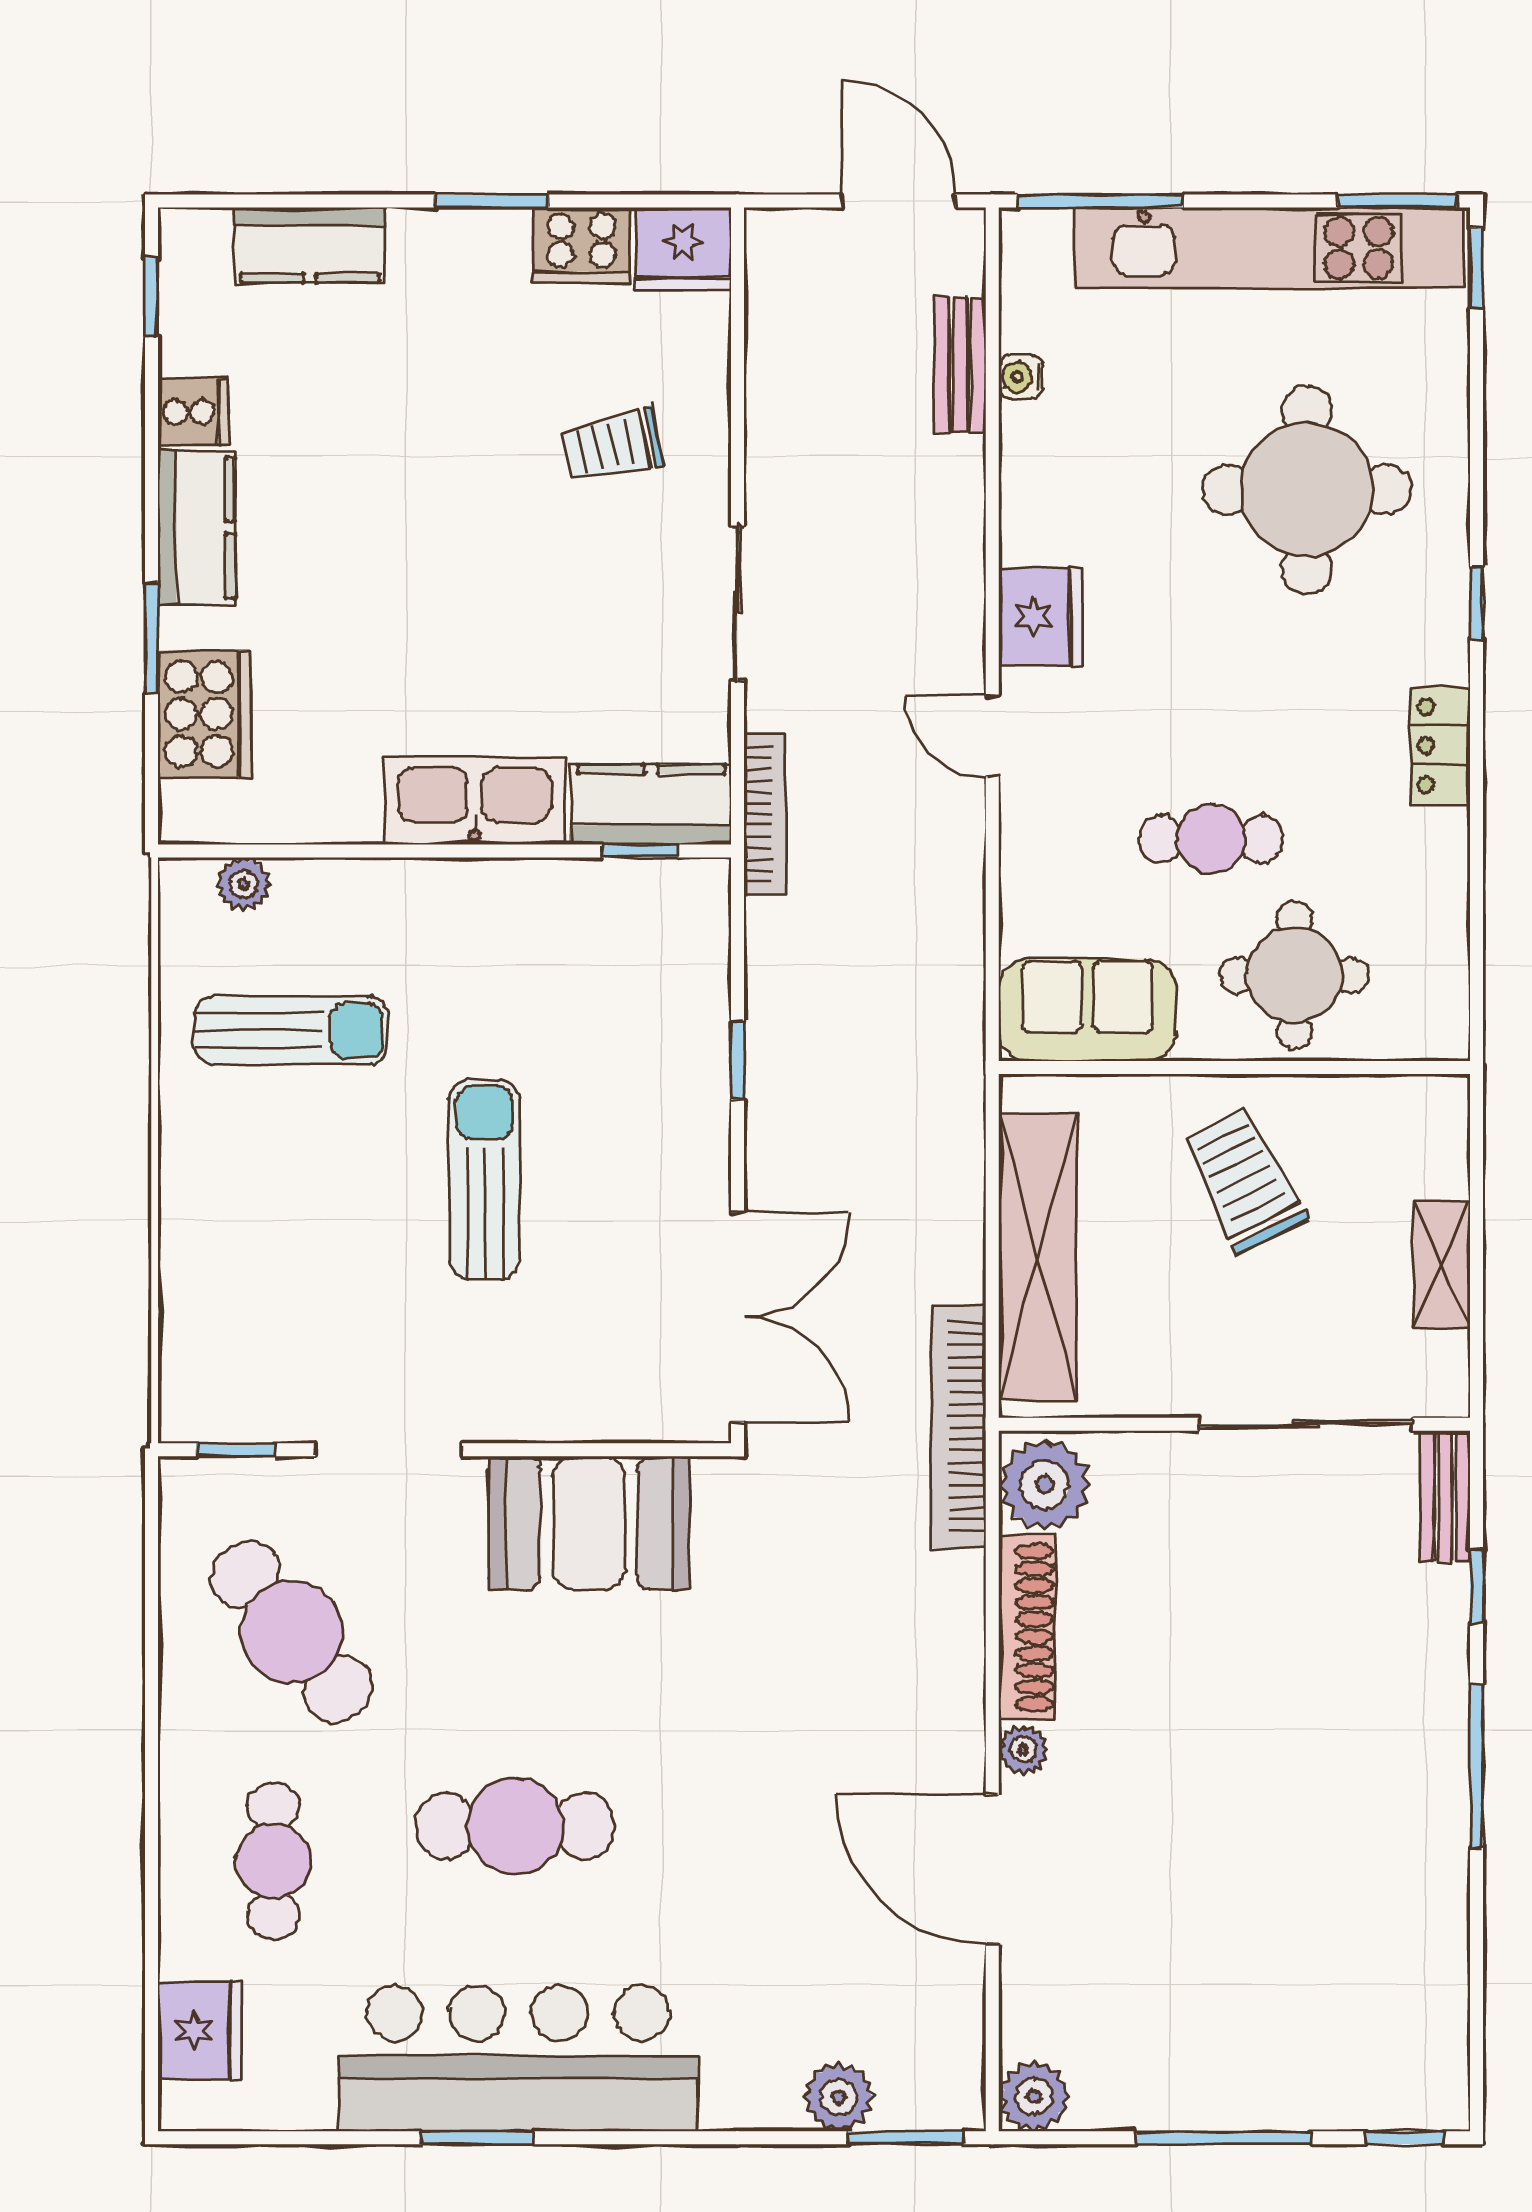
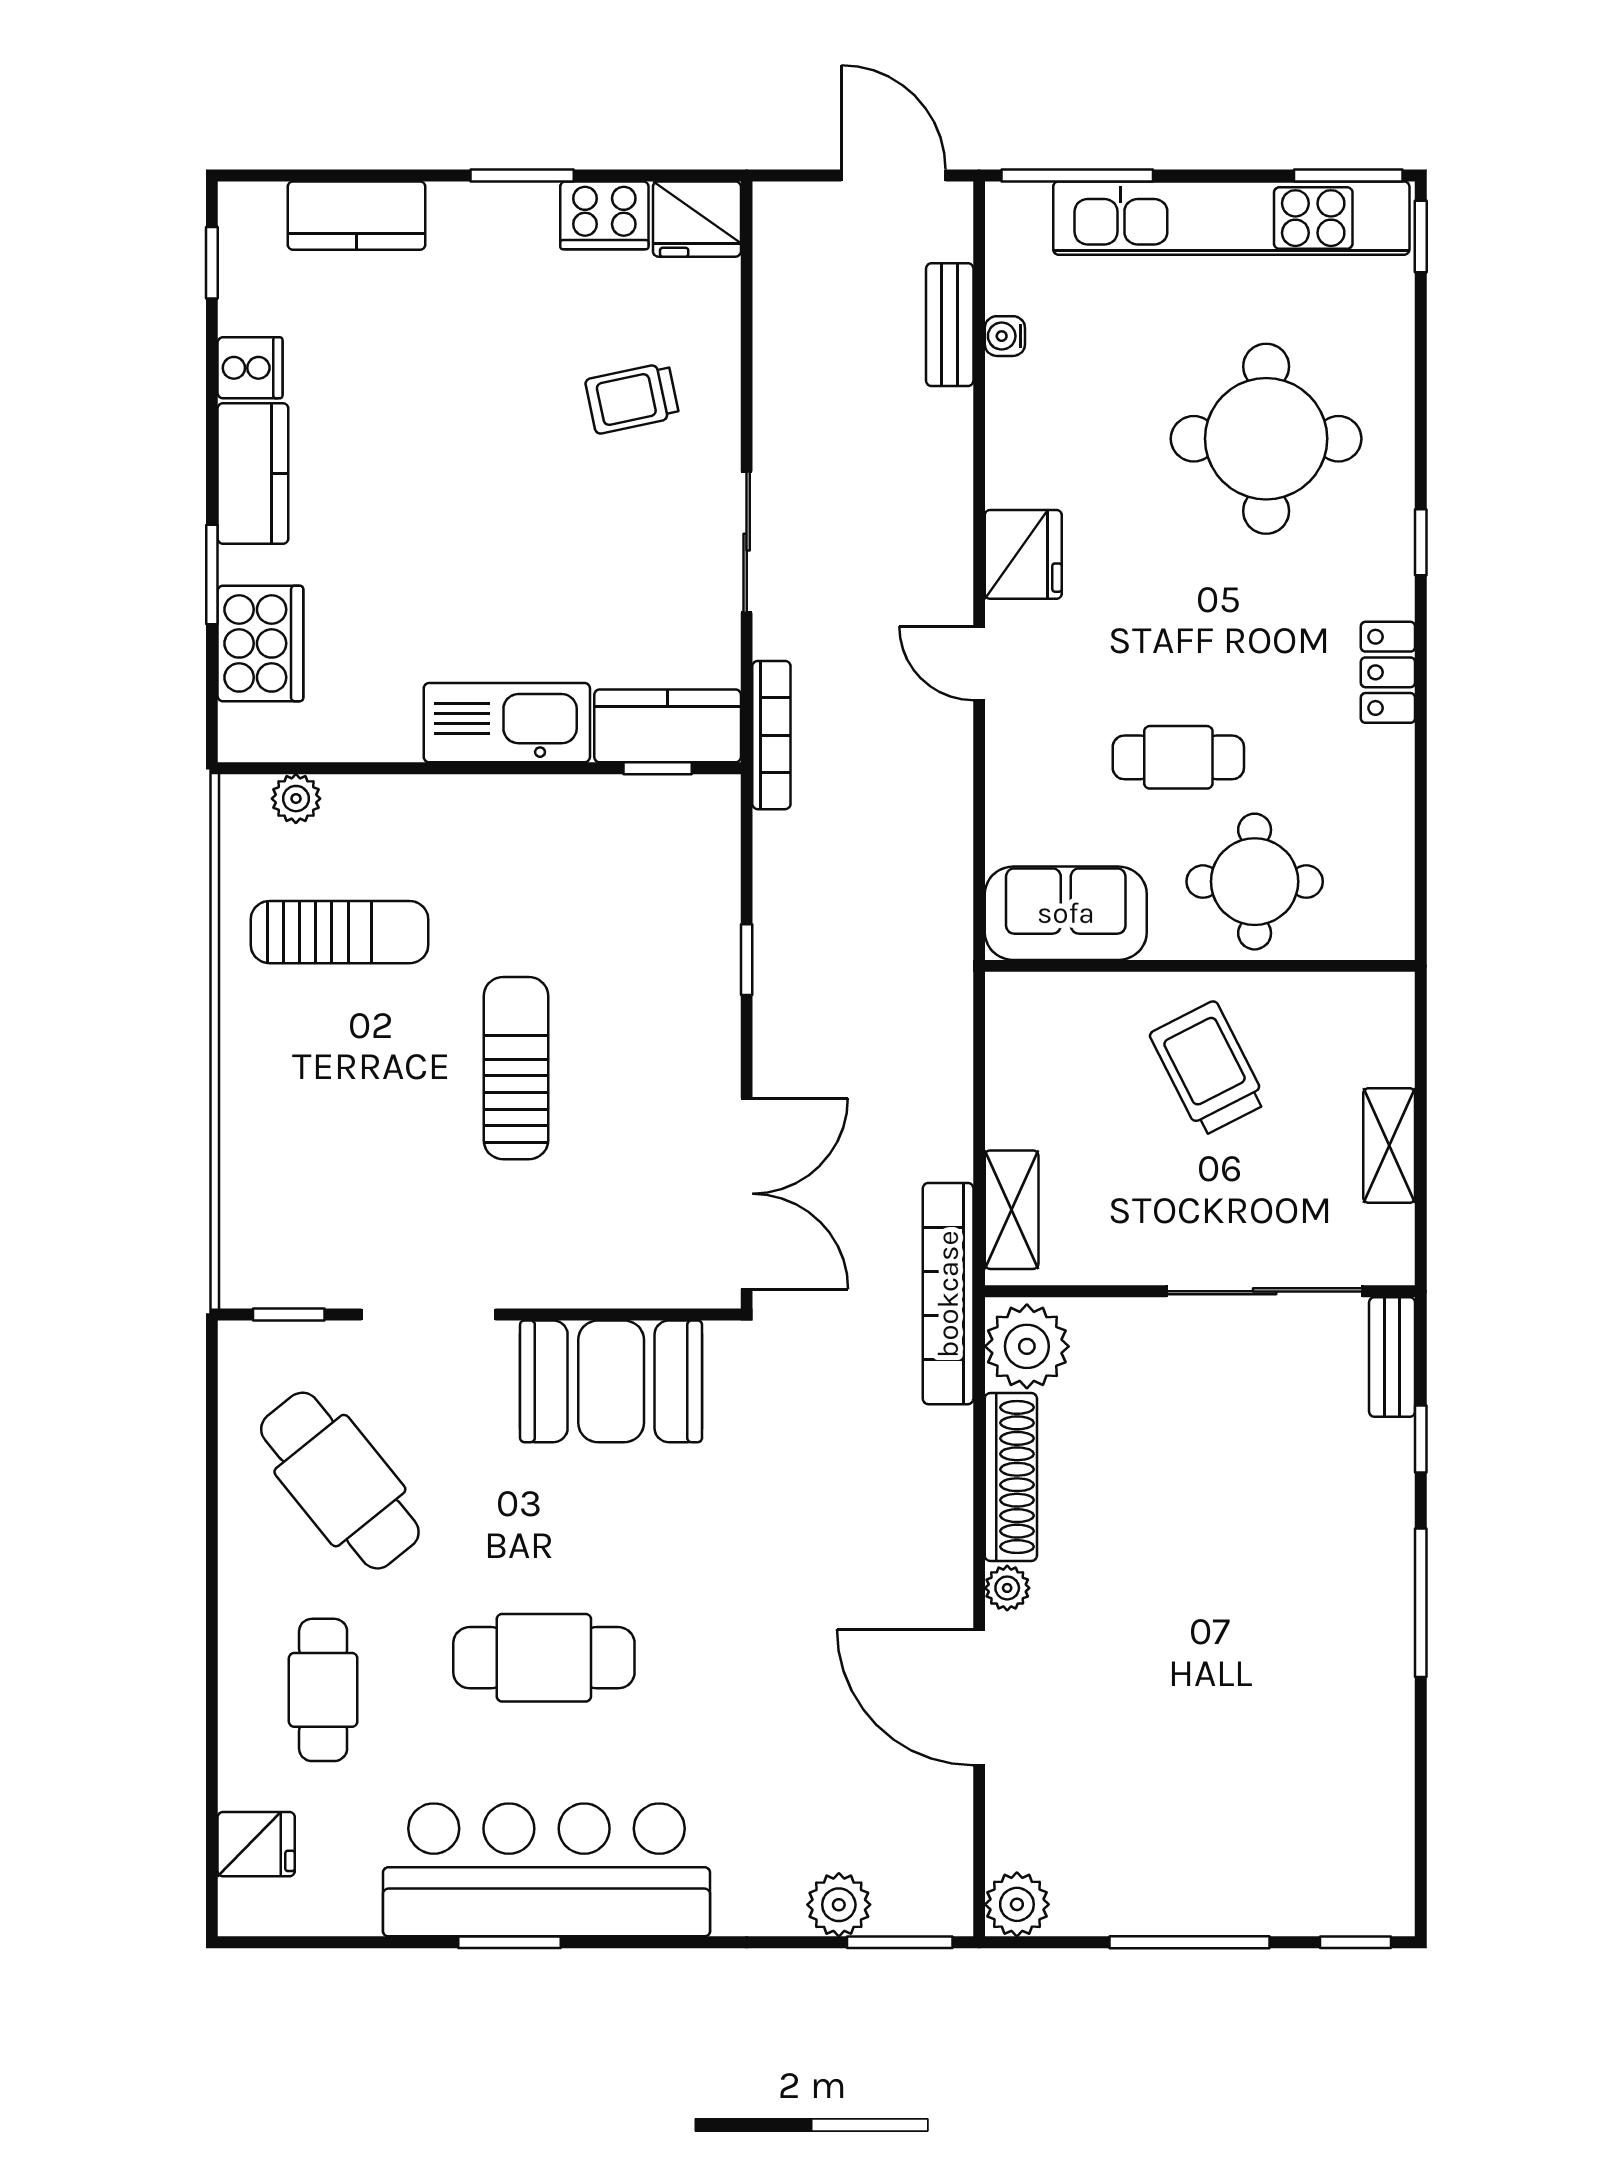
shelving: (1038, 1257) -> (1012, 1210), width x0.45, depth x0.75
fridge: (200, 2030) -> (256, 1844), width x0.72

